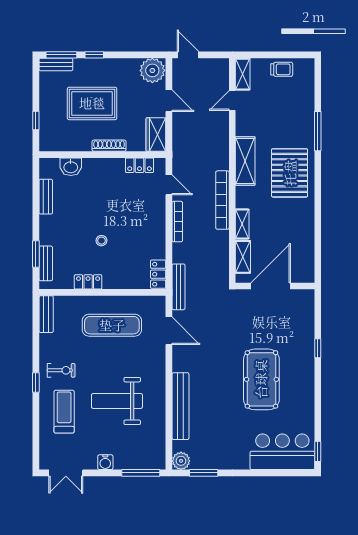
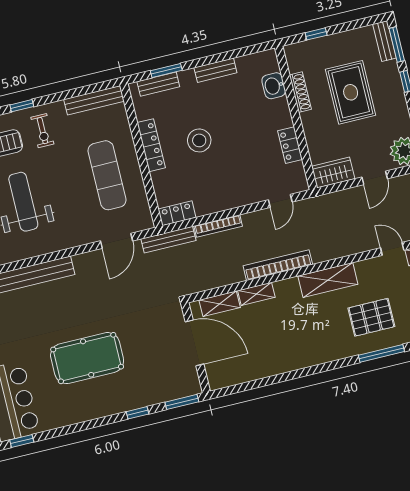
shoe rack: (109, 146) -> (300, 92), moved
locker: (140, 165) -> (290, 145), moved
pallet: (290, 173) -> (371, 317), moved, width x0.73, depth x0.71
bench: (46, 197) -> (215, 70), moved
bookcase: (177, 222) -> (218, 226), moved
stool: (101, 241) -> (199, 140), width x1.89, depth x1.89
locker: (88, 282) -> (151, 145), width x1.53
window: (318, 309) -> (182, 402), added
bench: (46, 314) -> (94, 100), width x1.36

